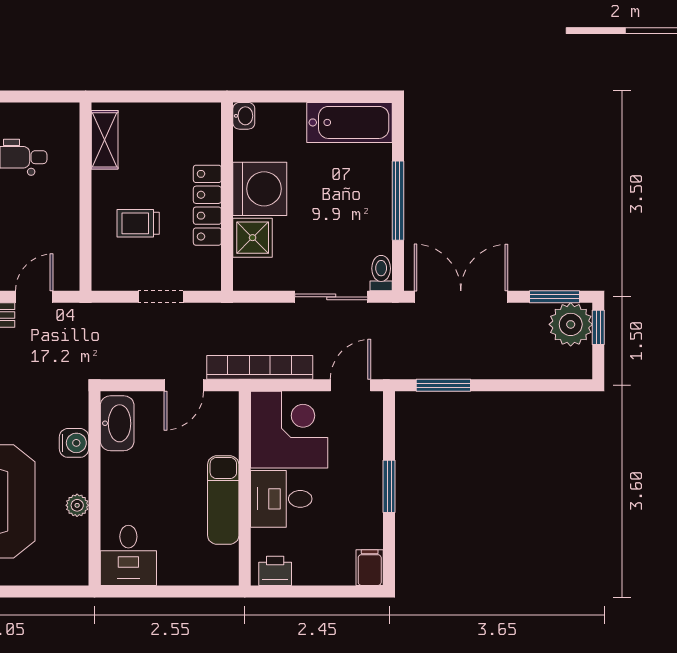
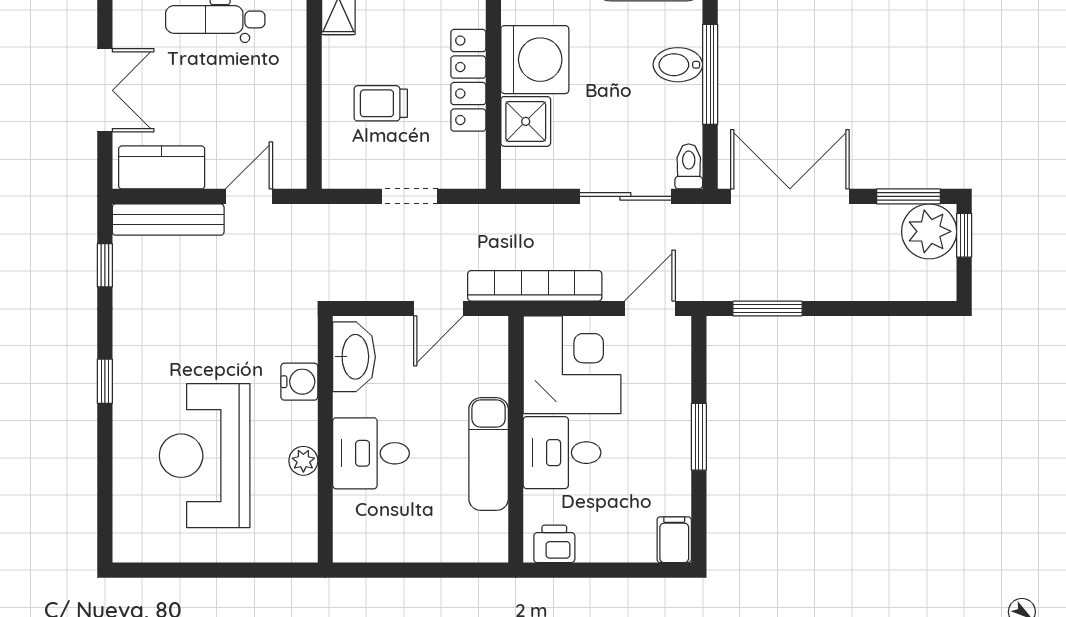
bidet: (373, 193) -> (678, 65), added
desk: (128, 555) -> (371, 453), moved, turned 90

